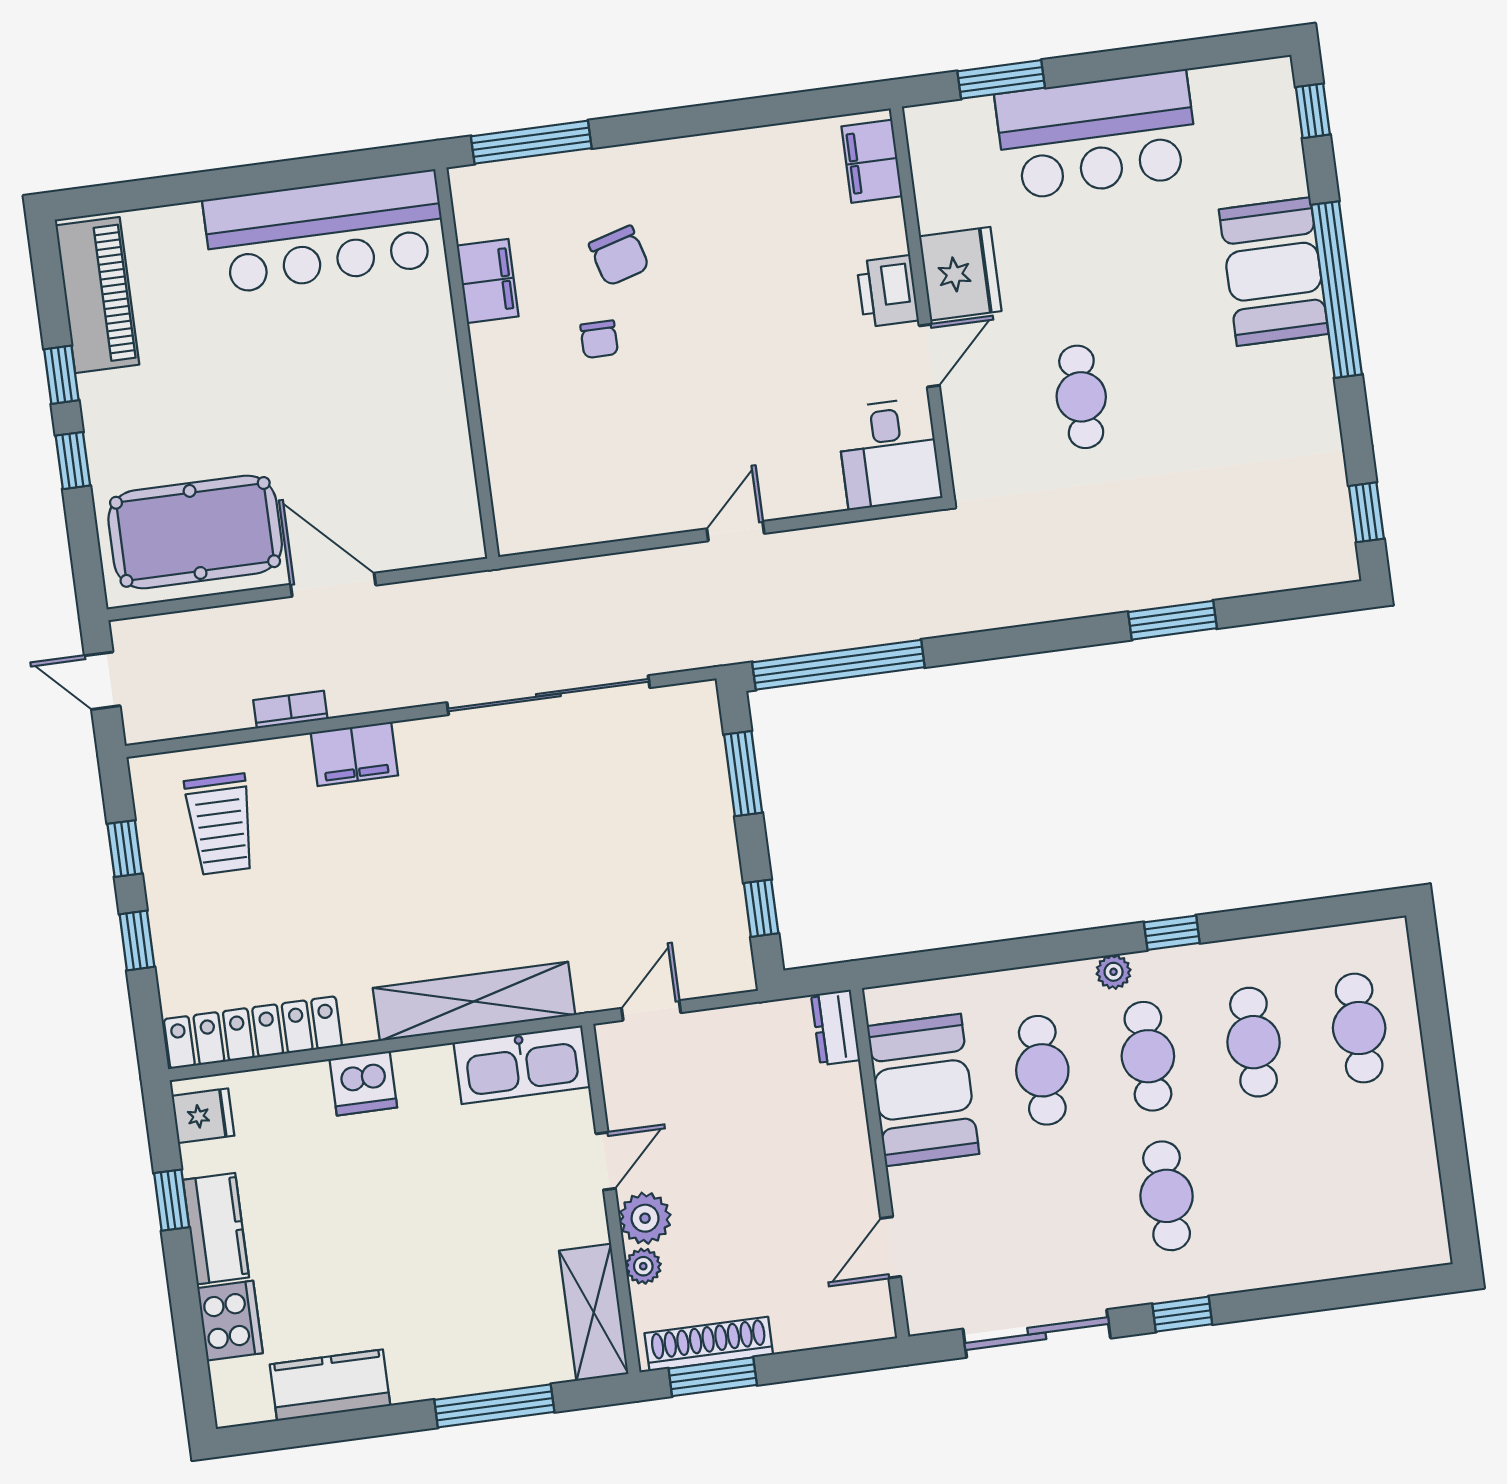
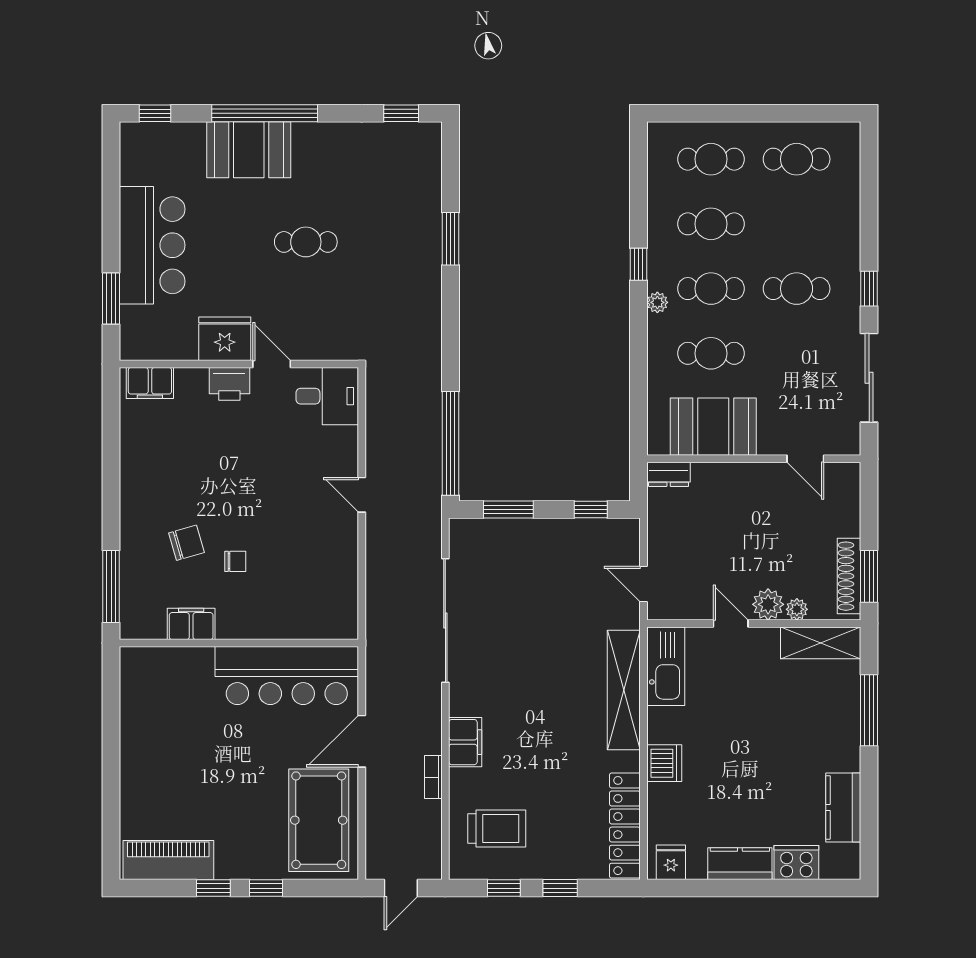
bar counter: (325, 232) -> (287, 676), moved, turned 90
cafe table: (1081, 397) -> (306, 242), moved
cafe table: (1378, 1168) -> (797, 159), added
window: (172, 1200) -> (719, 888), removed

